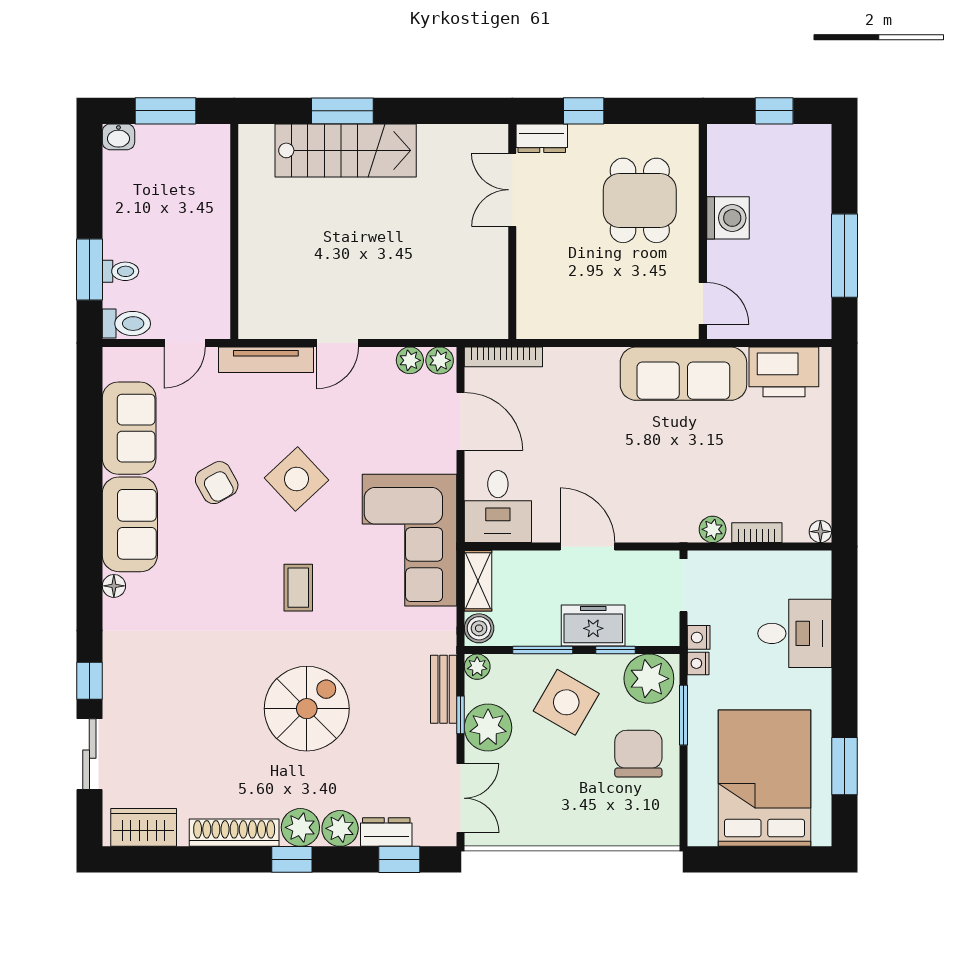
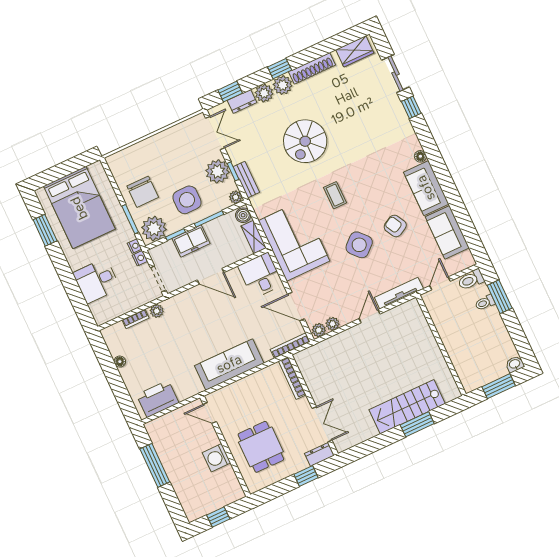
bookcase: (527, 297) -> (292, 378), added
sofa: (683, 374) -> (229, 364), moved
floor lamp: (820, 532) -> (120, 362), moved
side table: (566, 702) -> (187, 200), turned -30
double door: (460, 798) -> (215, 133), swing flipped

